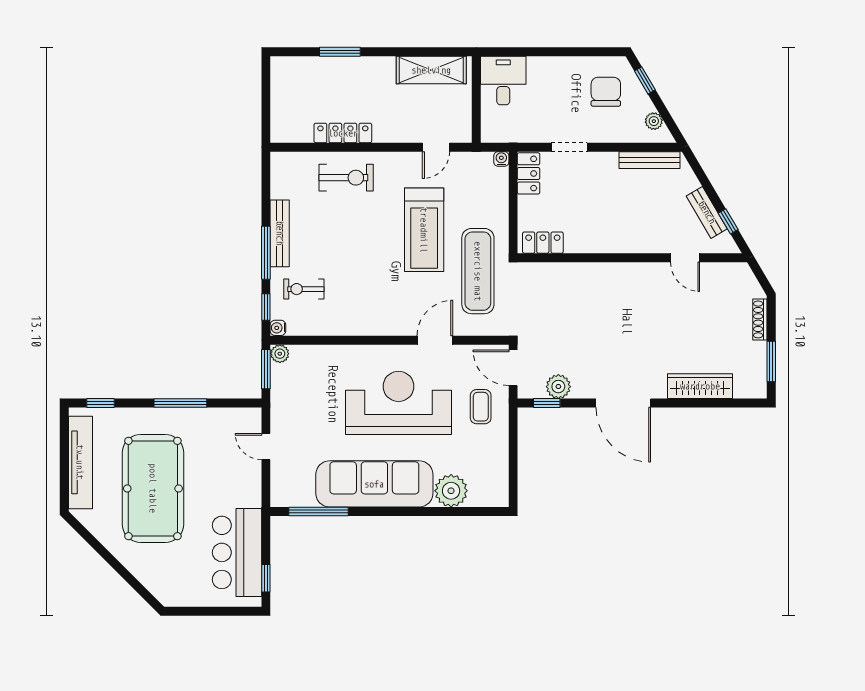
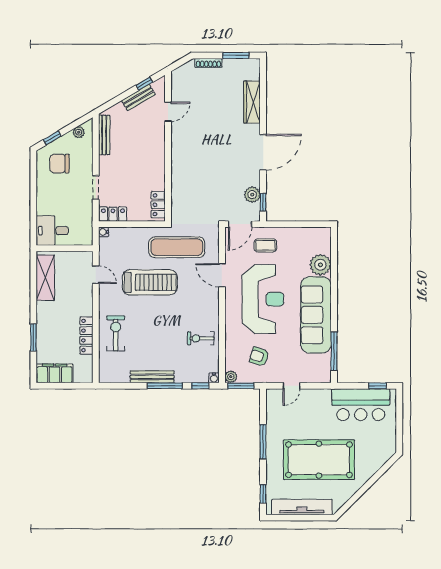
filing cabinet: (285, 84) -> (55, 373), added
exercise bike: (304, 289) -> (201, 338), moved, turned 90
armchair: (311, 397) -> (259, 357), added
reception desk: (398, 403) -> (263, 299), turned 180

